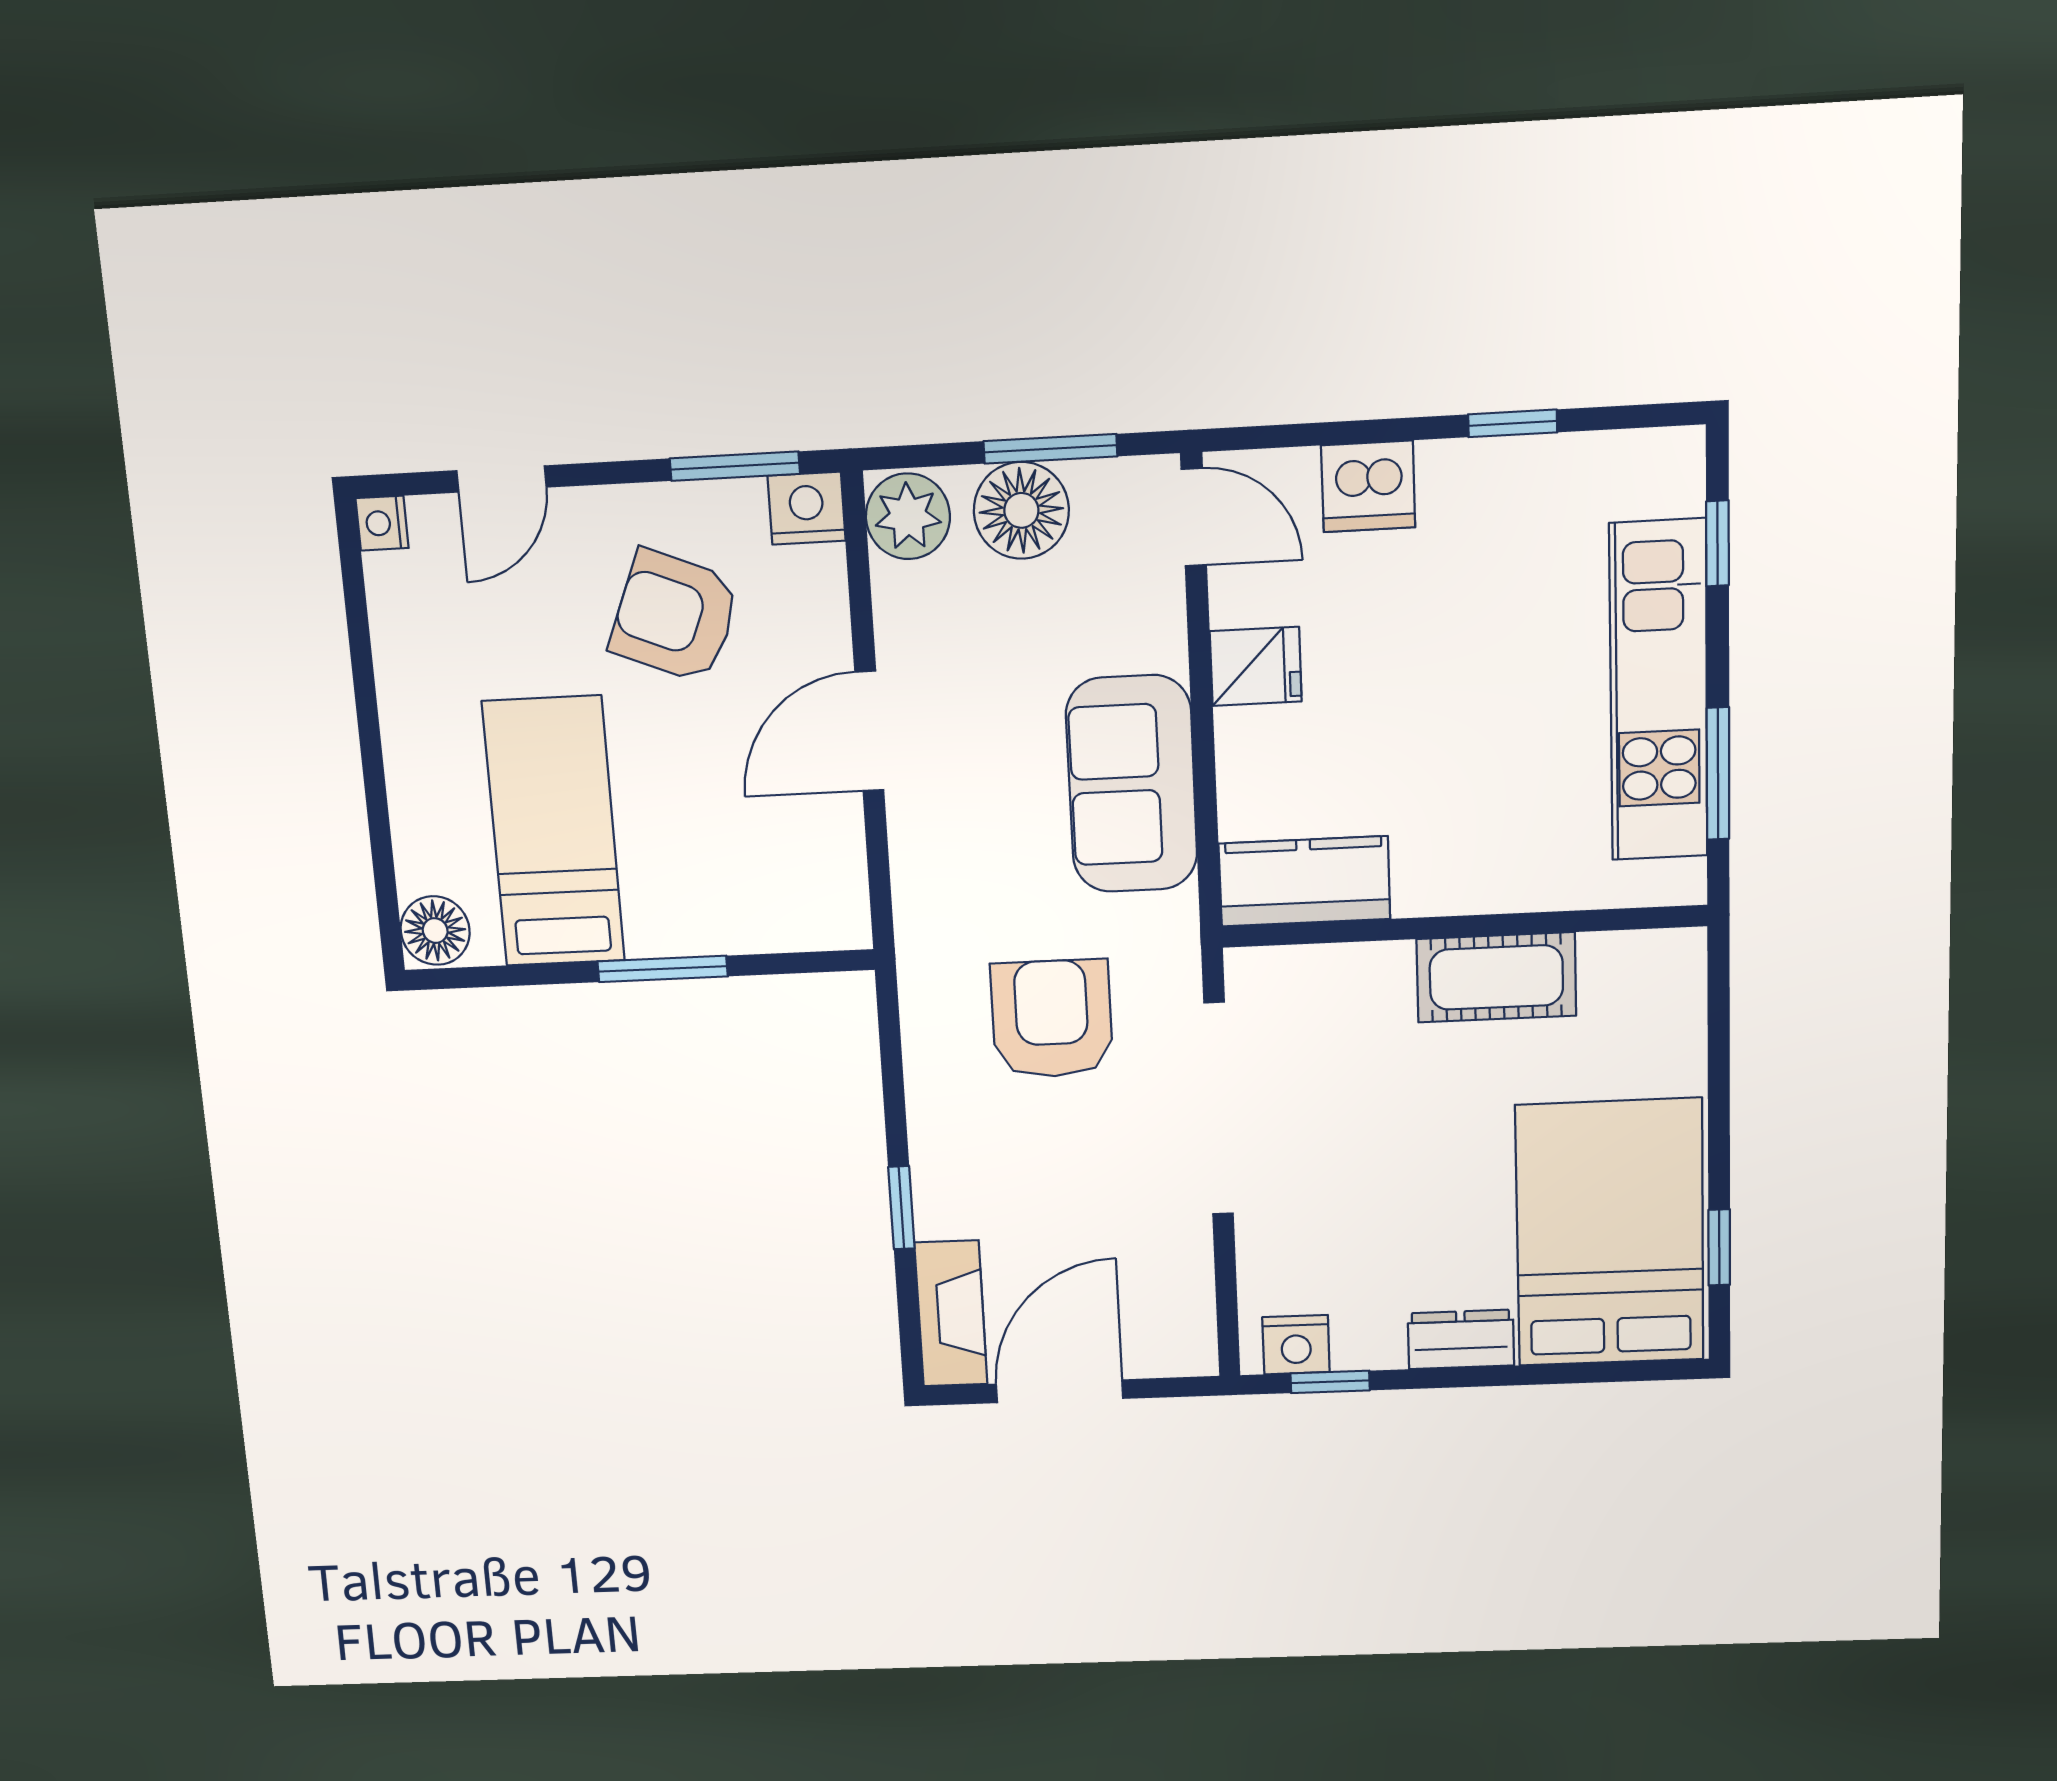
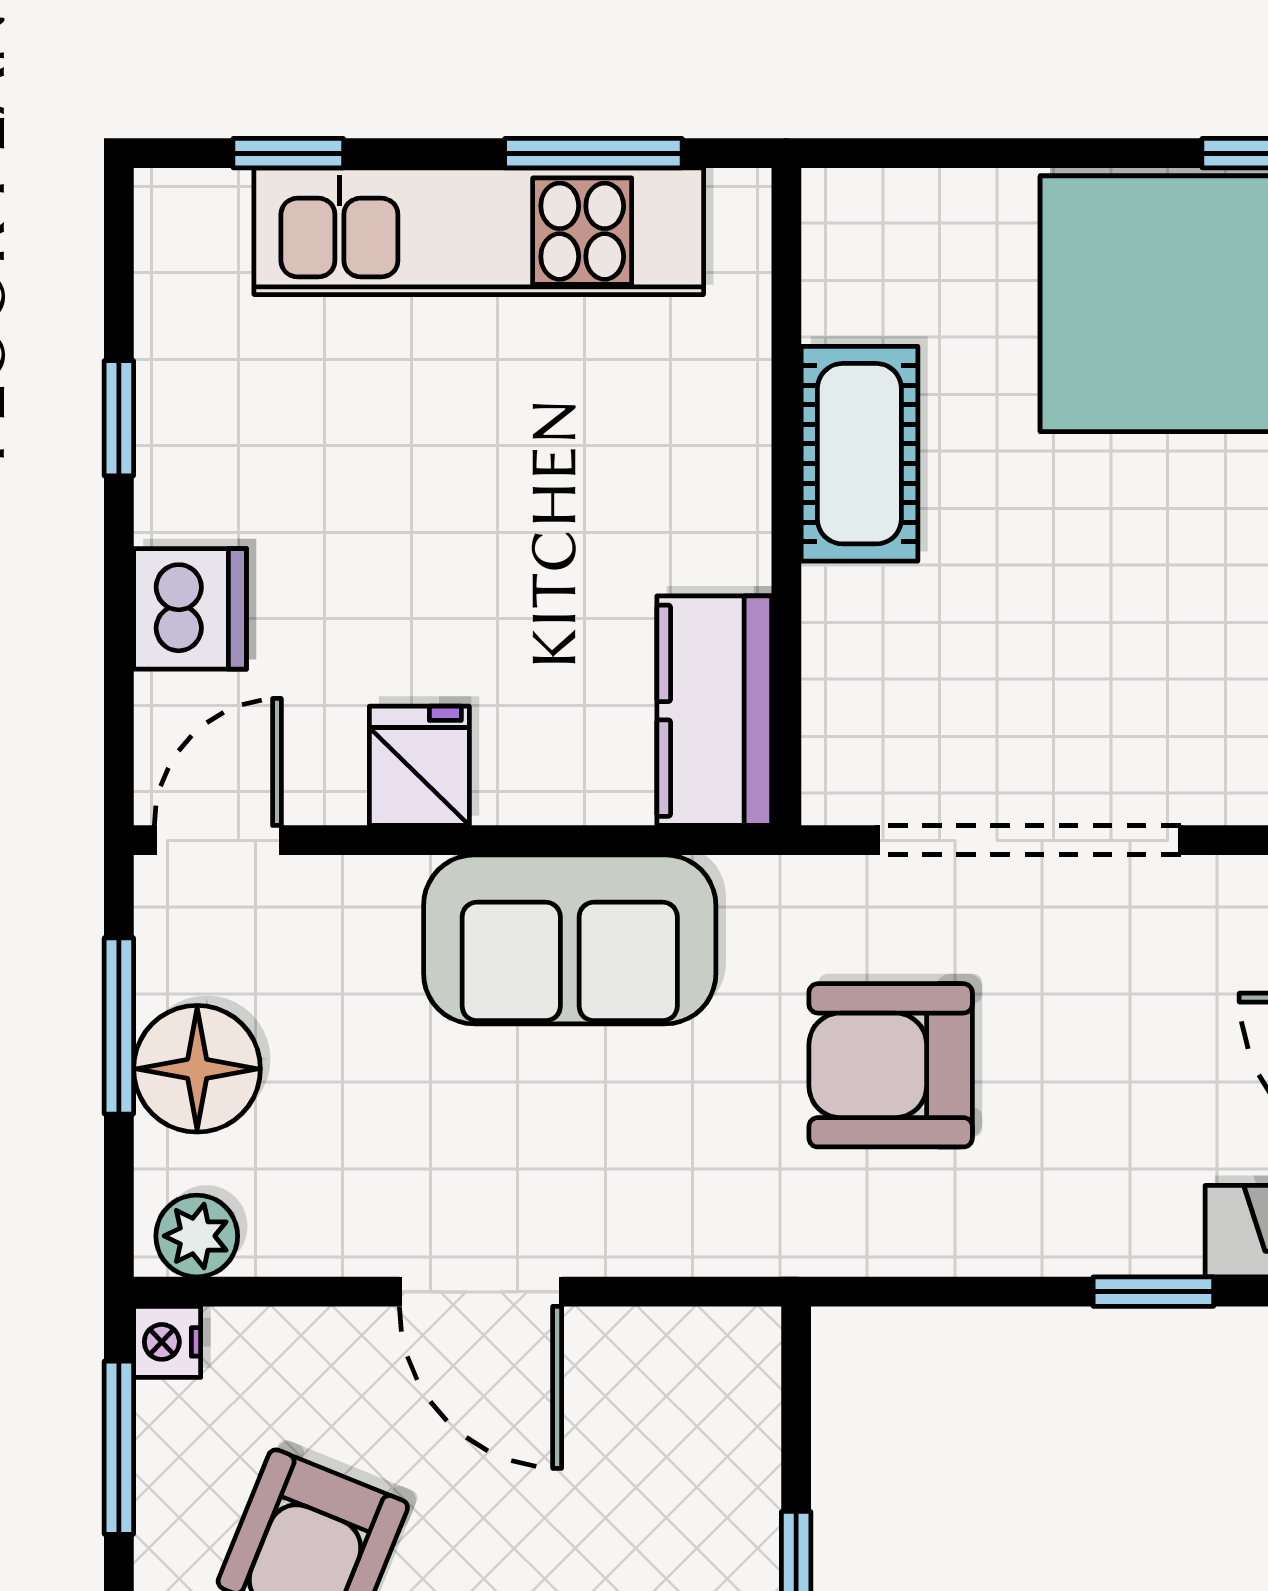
nightstand: (806, 508) -> (167, 1342), width x0.72, depth x0.74
plant: (908, 516) -> (197, 1236), width x0.73, depth x0.73

